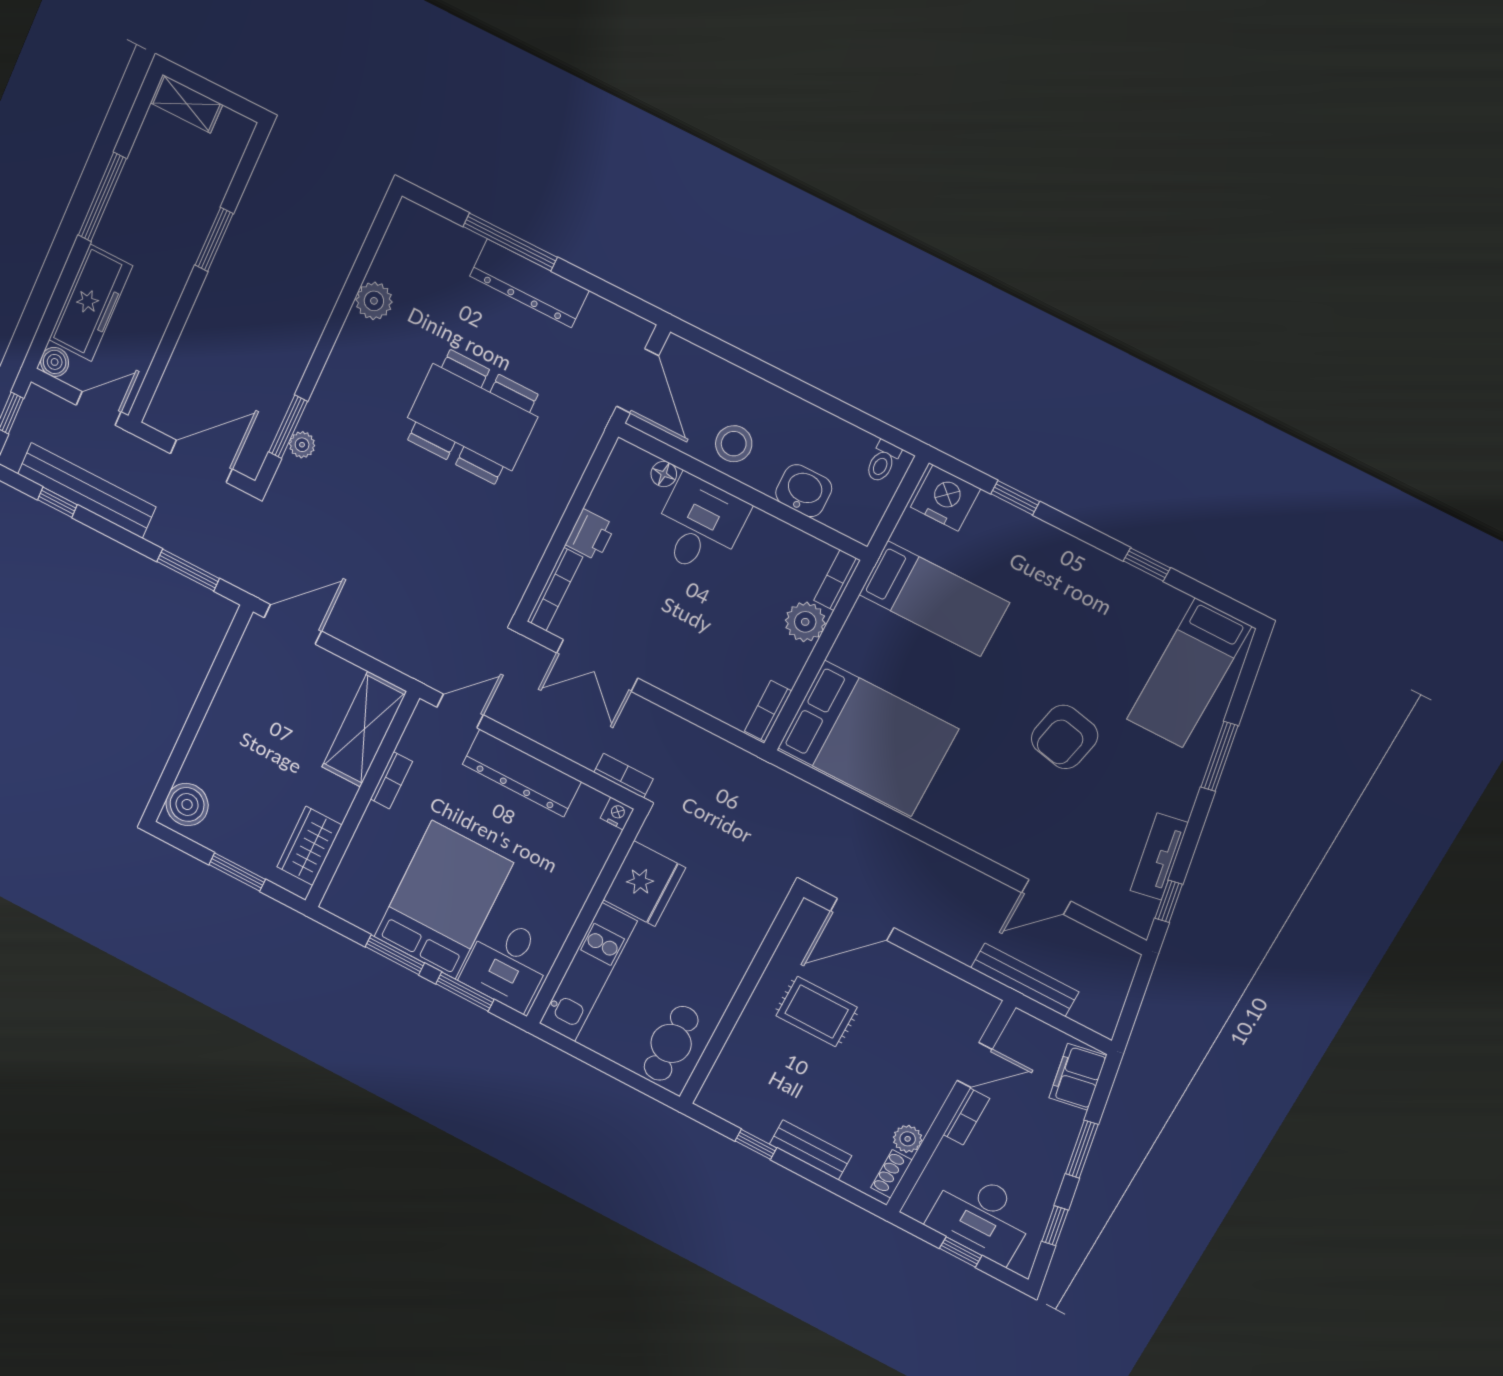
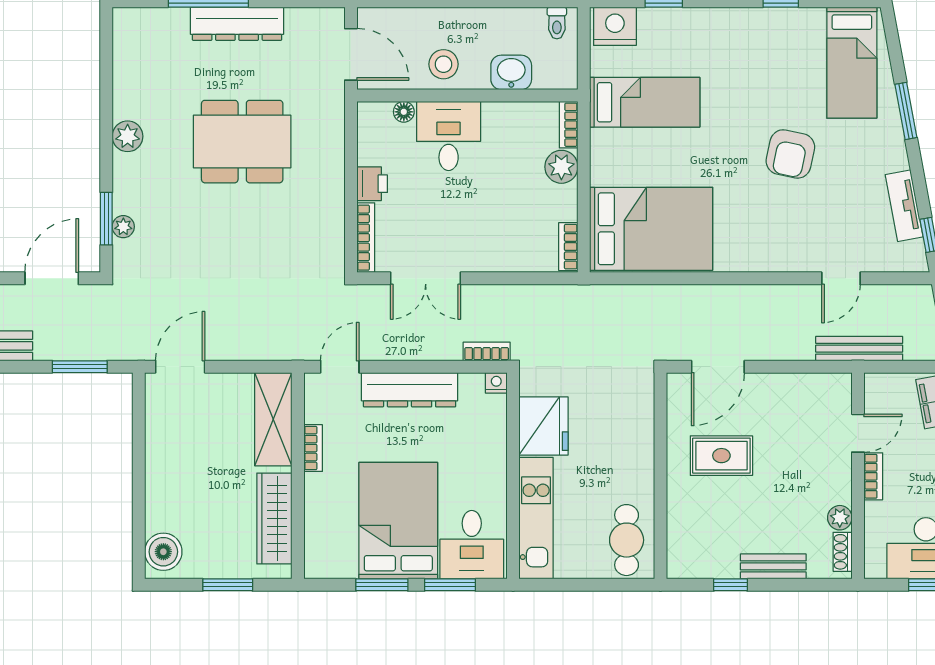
plant: (374, 301) -> (128, 136), moved
wardrobe: (309, 846) -> (274, 518), width x1.50

